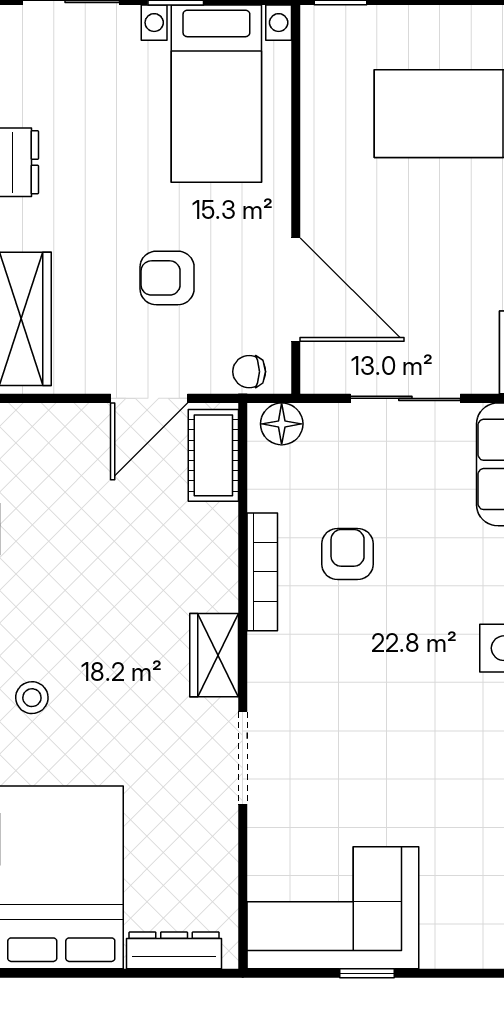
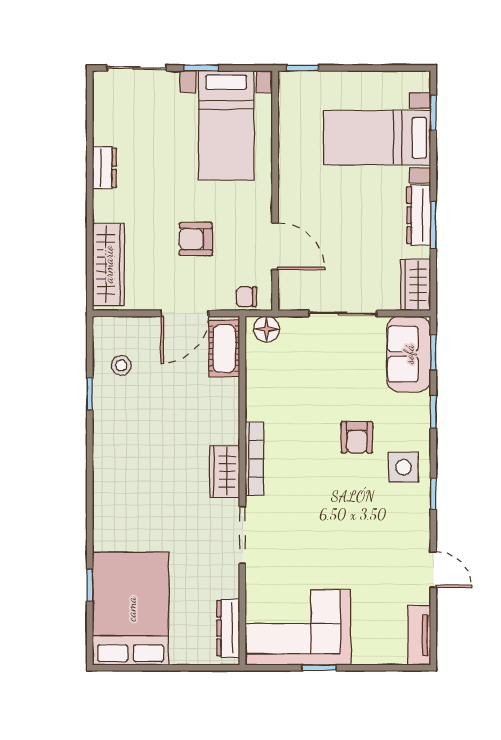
door: (296, 290) -> (275, 246), width x0.73
armchair: (348, 554) -> (357, 437), moved, turned 180
bookcase: (262, 572) -> (254, 459), moved
stool: (32, 698) -> (121, 365), moved
dresser: (174, 950) -> (228, 628), moved, turned -90

